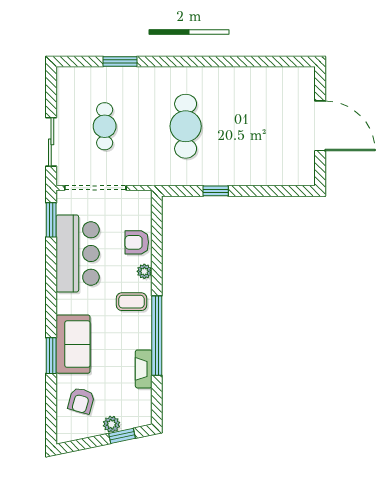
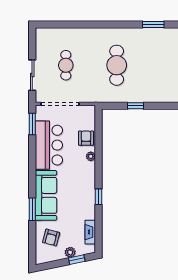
window: (120, 62) -> (153, 25), moved
armchair: (137, 242) -> (86, 138), turned 90
coffee table: (131, 302) -> (83, 175), removed
window: (157, 336) -> (99, 197), width x0.32
sofa: (73, 344) -> (46, 195), width x1.36
fireplace: (144, 369) -> (90, 232), moved

